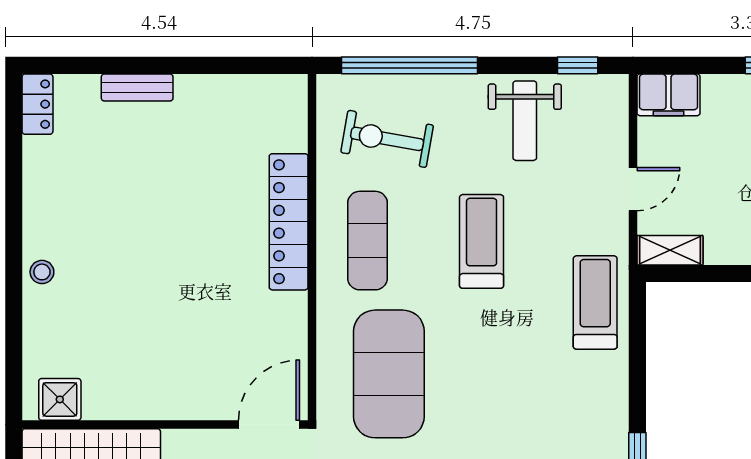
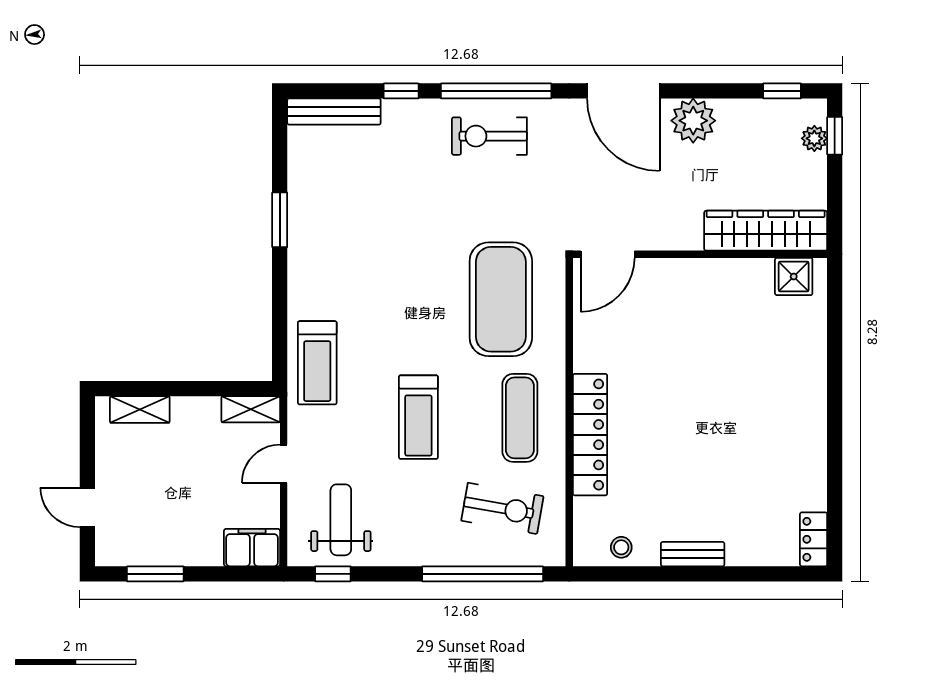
bench: (137, 87) -> (693, 554), moved
weight bench: (525, 121) -> (341, 520), moved
stool: (42, 272) -> (621, 547), moved

